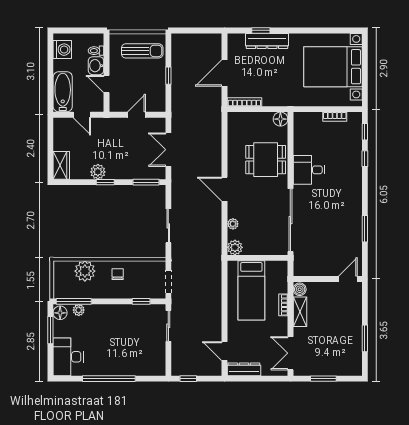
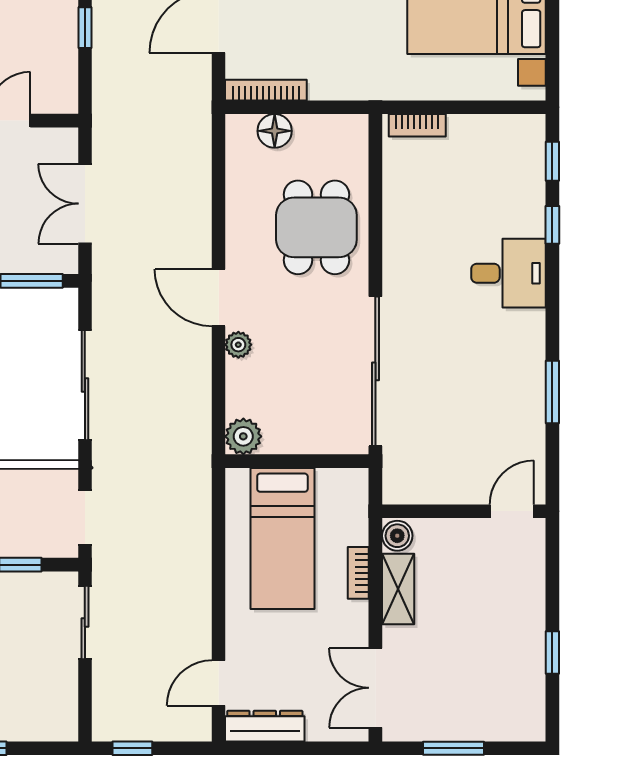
bookcase: (335, 117) -> (417, 125), moved
floor lamp: (280, 119) -> (275, 131), moved
dining table: (266, 160) -> (316, 227), turned 90
desk: (309, 170) -> (508, 273), moved, turned 180
plant: (233, 224) -> (238, 345), moved
sliding door: (168, 226) -> (85, 385), width x1.37
window: (365, 338) -> (552, 652), width x0.67
door: (224, 351) -> (219, 683), hinge flipped

